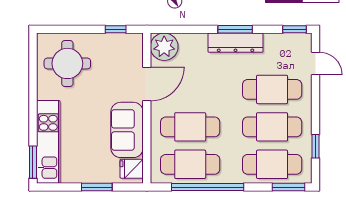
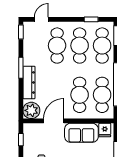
dresser: (236, 43) -> (29, 82), moved
door: (147, 84) -> (54, 121), hinge flipped

